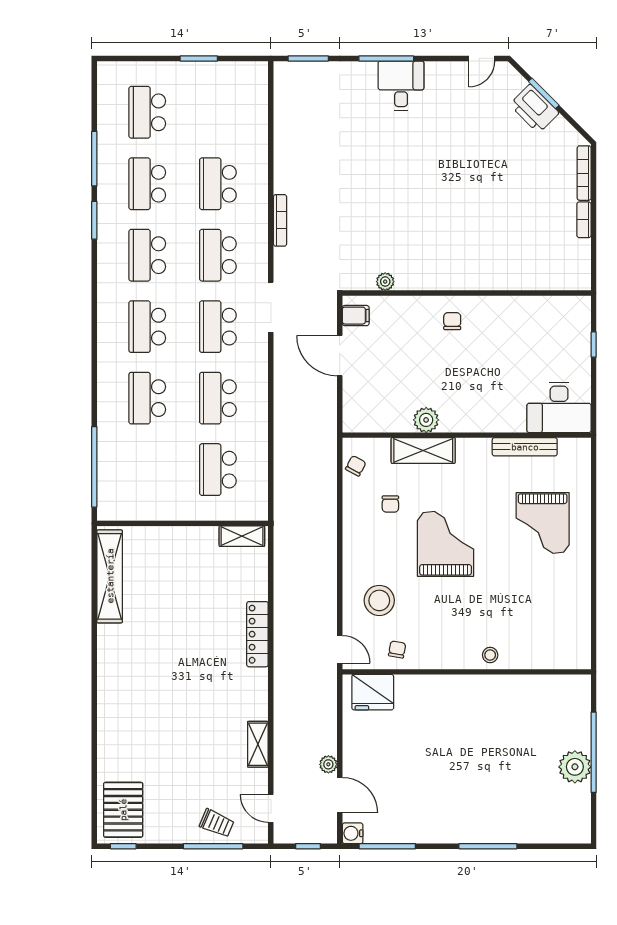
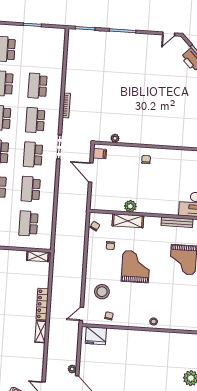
desk: (401, 86) -> (129, 44), removed
door: (340, 649) -> (81, 314), swing flipped
shelving: (258, 744) -> (41, 332), moved

